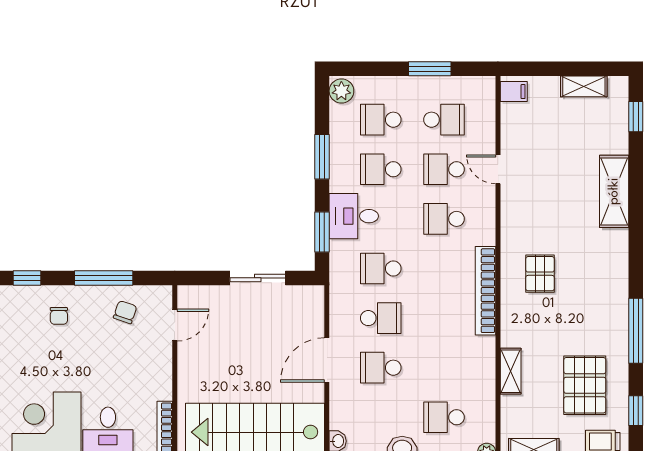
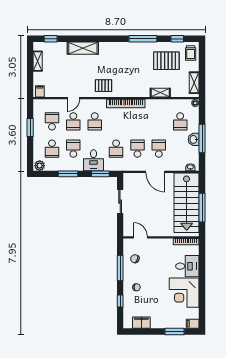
school desk: (381, 169) -> (73, 149), turned 180
pallet: (540, 274) -> (104, 86), moved
school desk: (381, 368) -> (159, 149), turned 180

